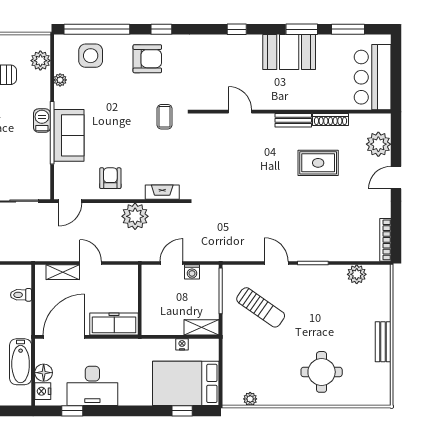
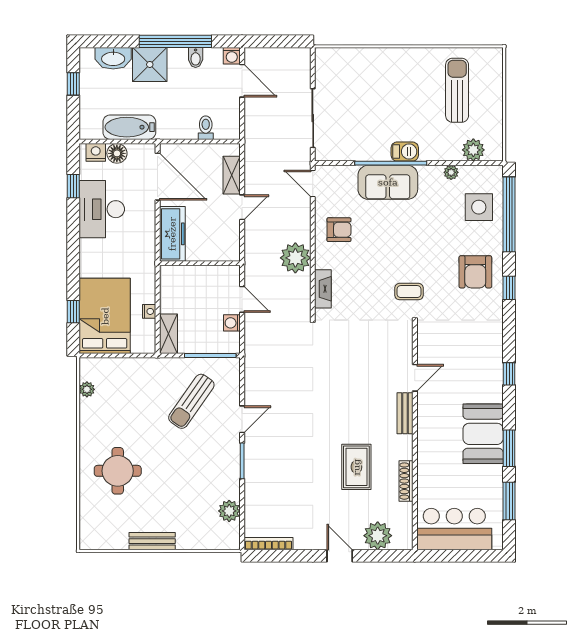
bench: (293, 120) -> (405, 413), moved

